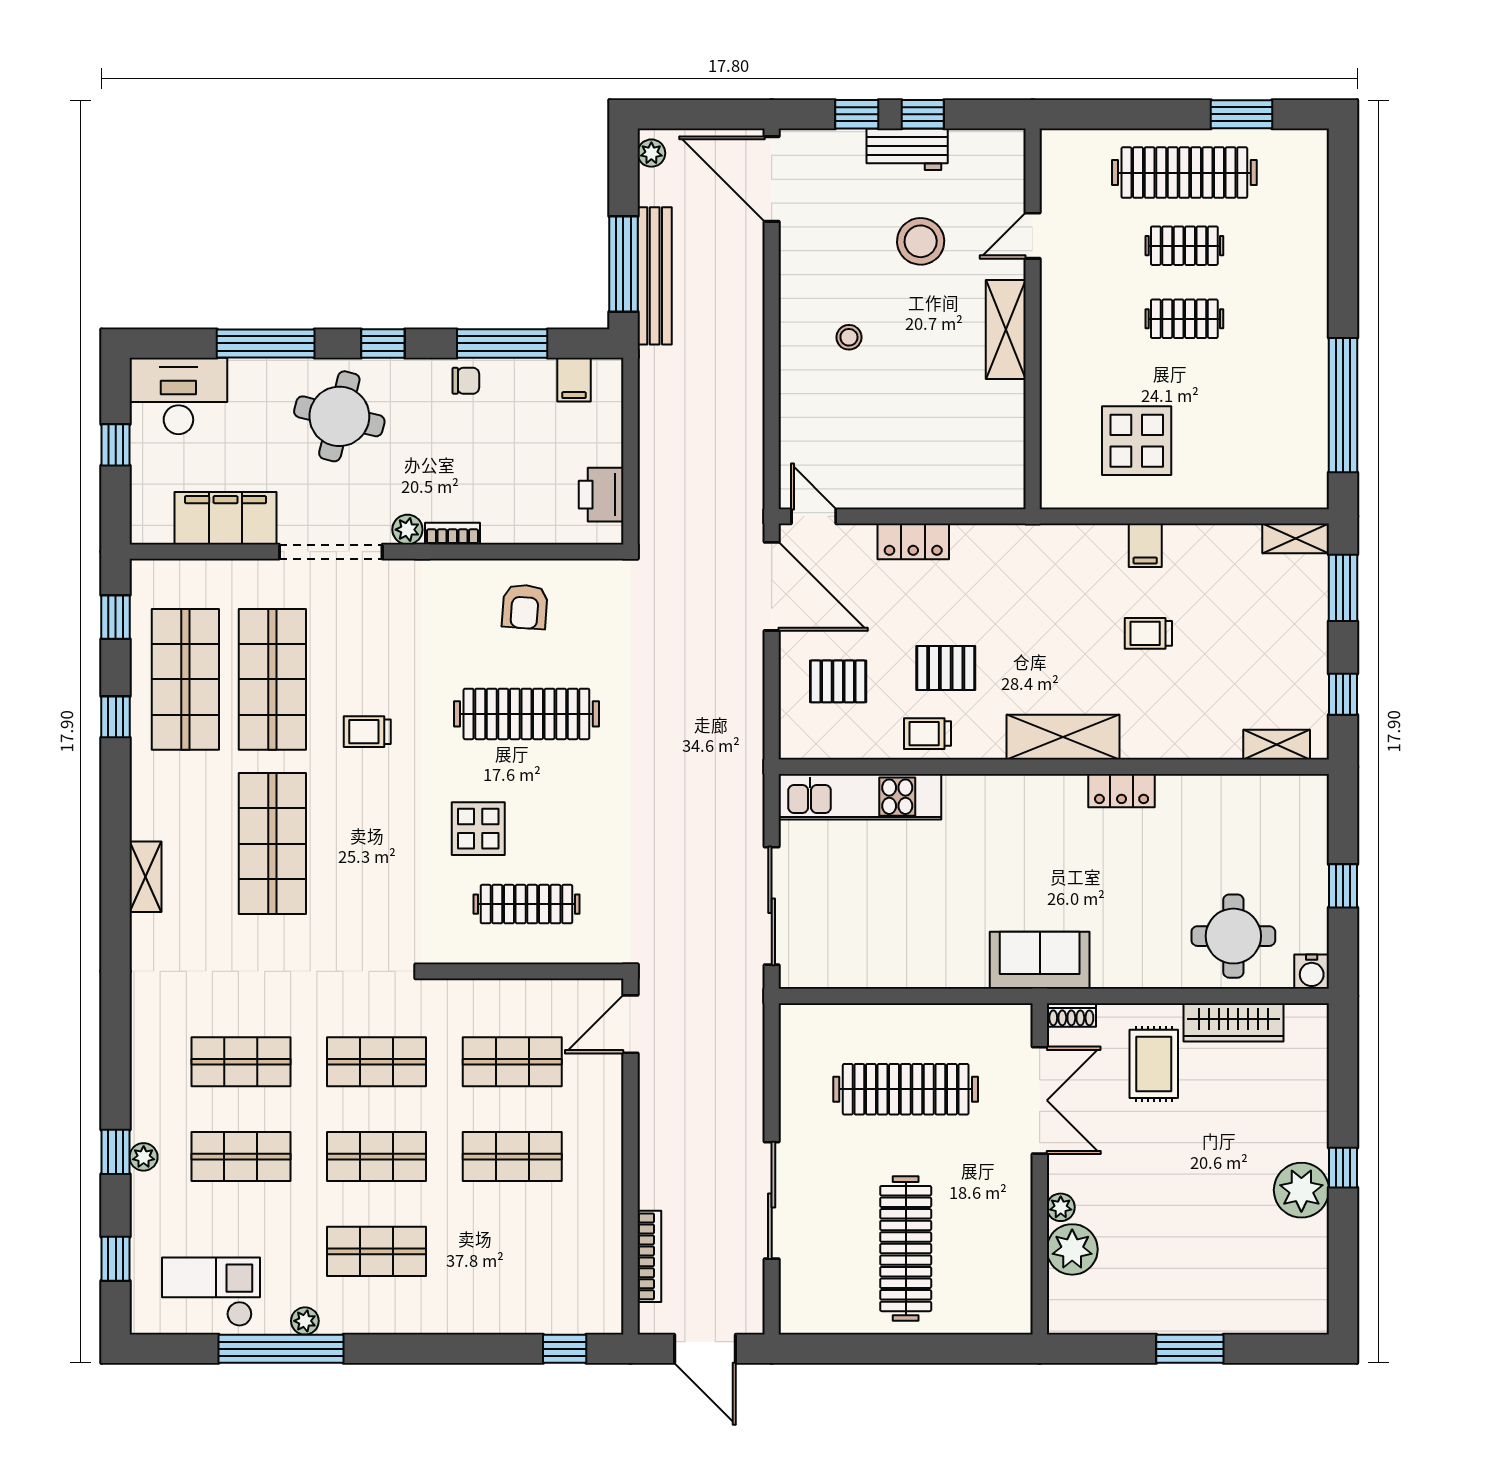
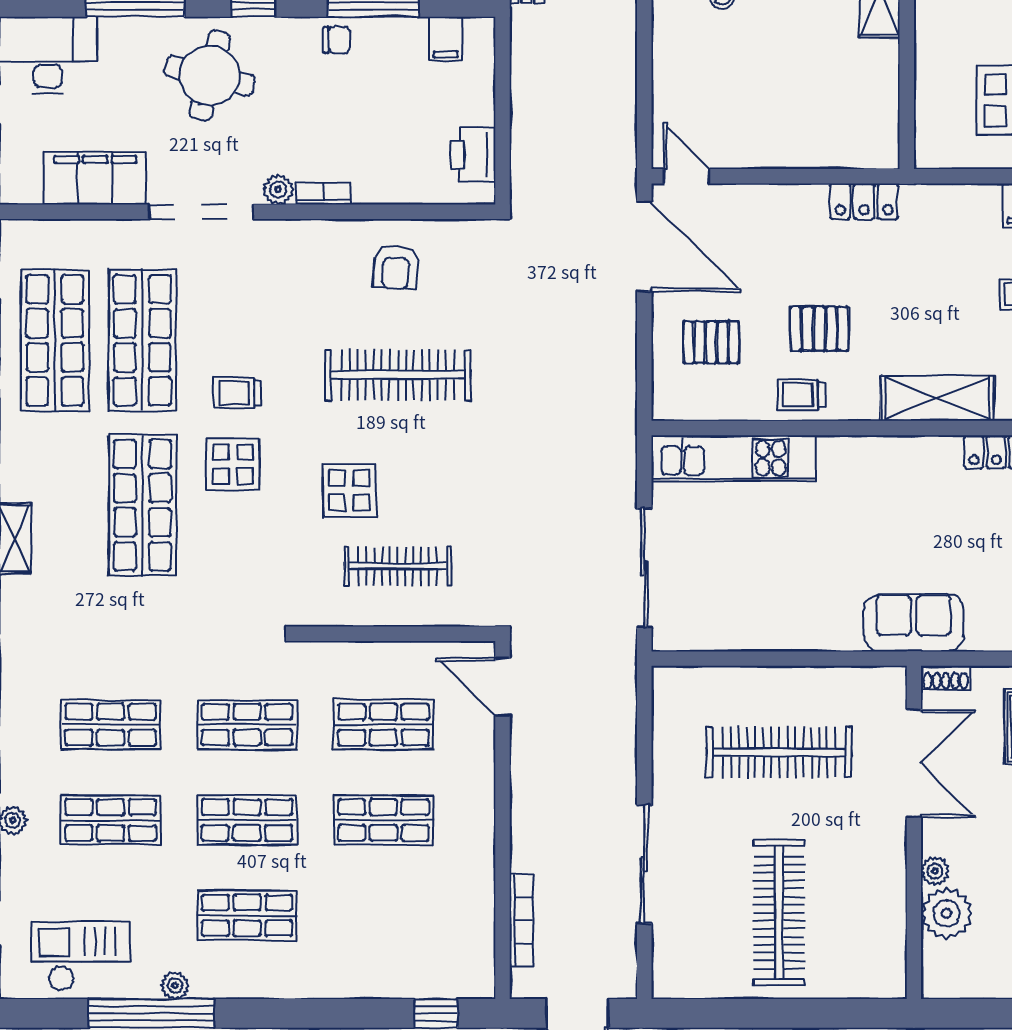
locker: (913, 541) -> (864, 201), moved
display table: (363, 803) -> (233, 464), added
door: (631, 1024) -> (502, 687), hinge flipped

